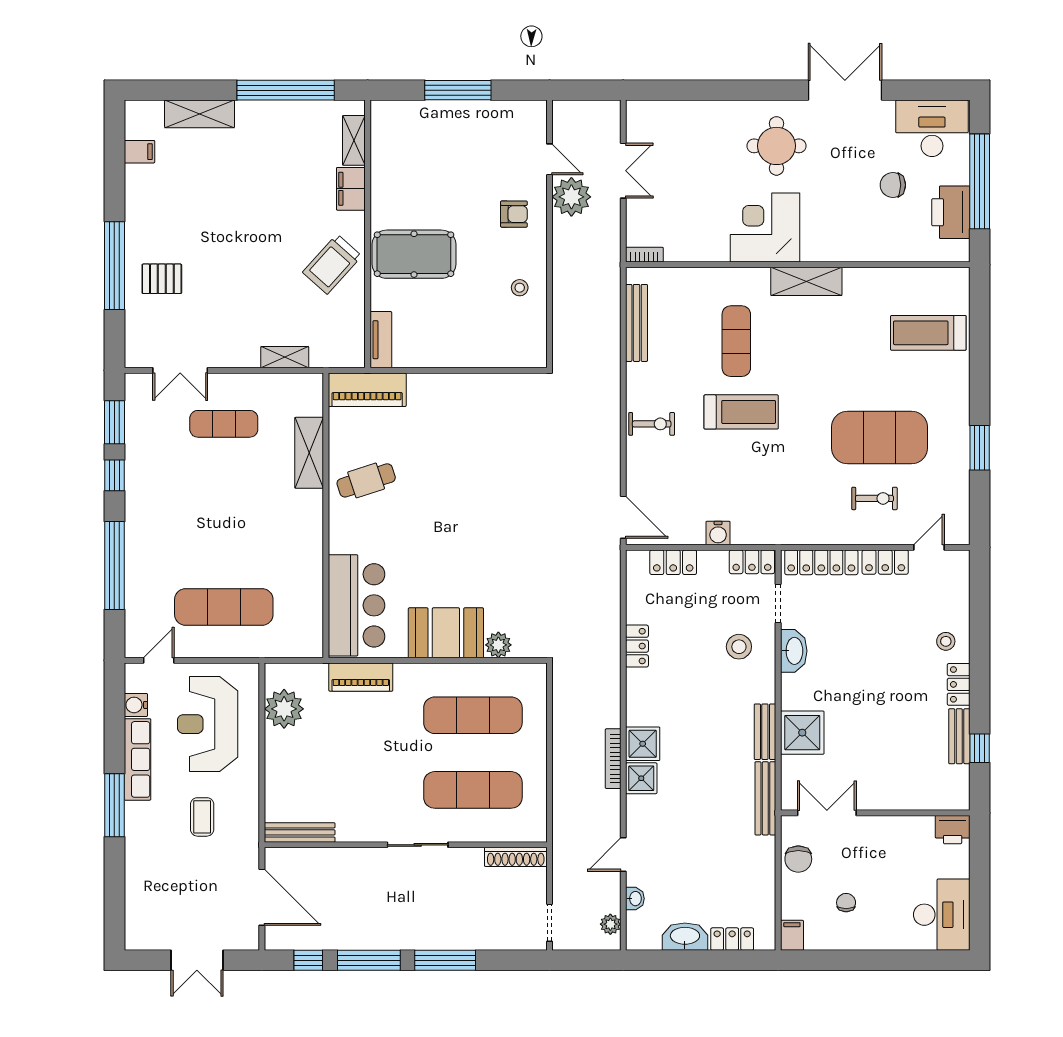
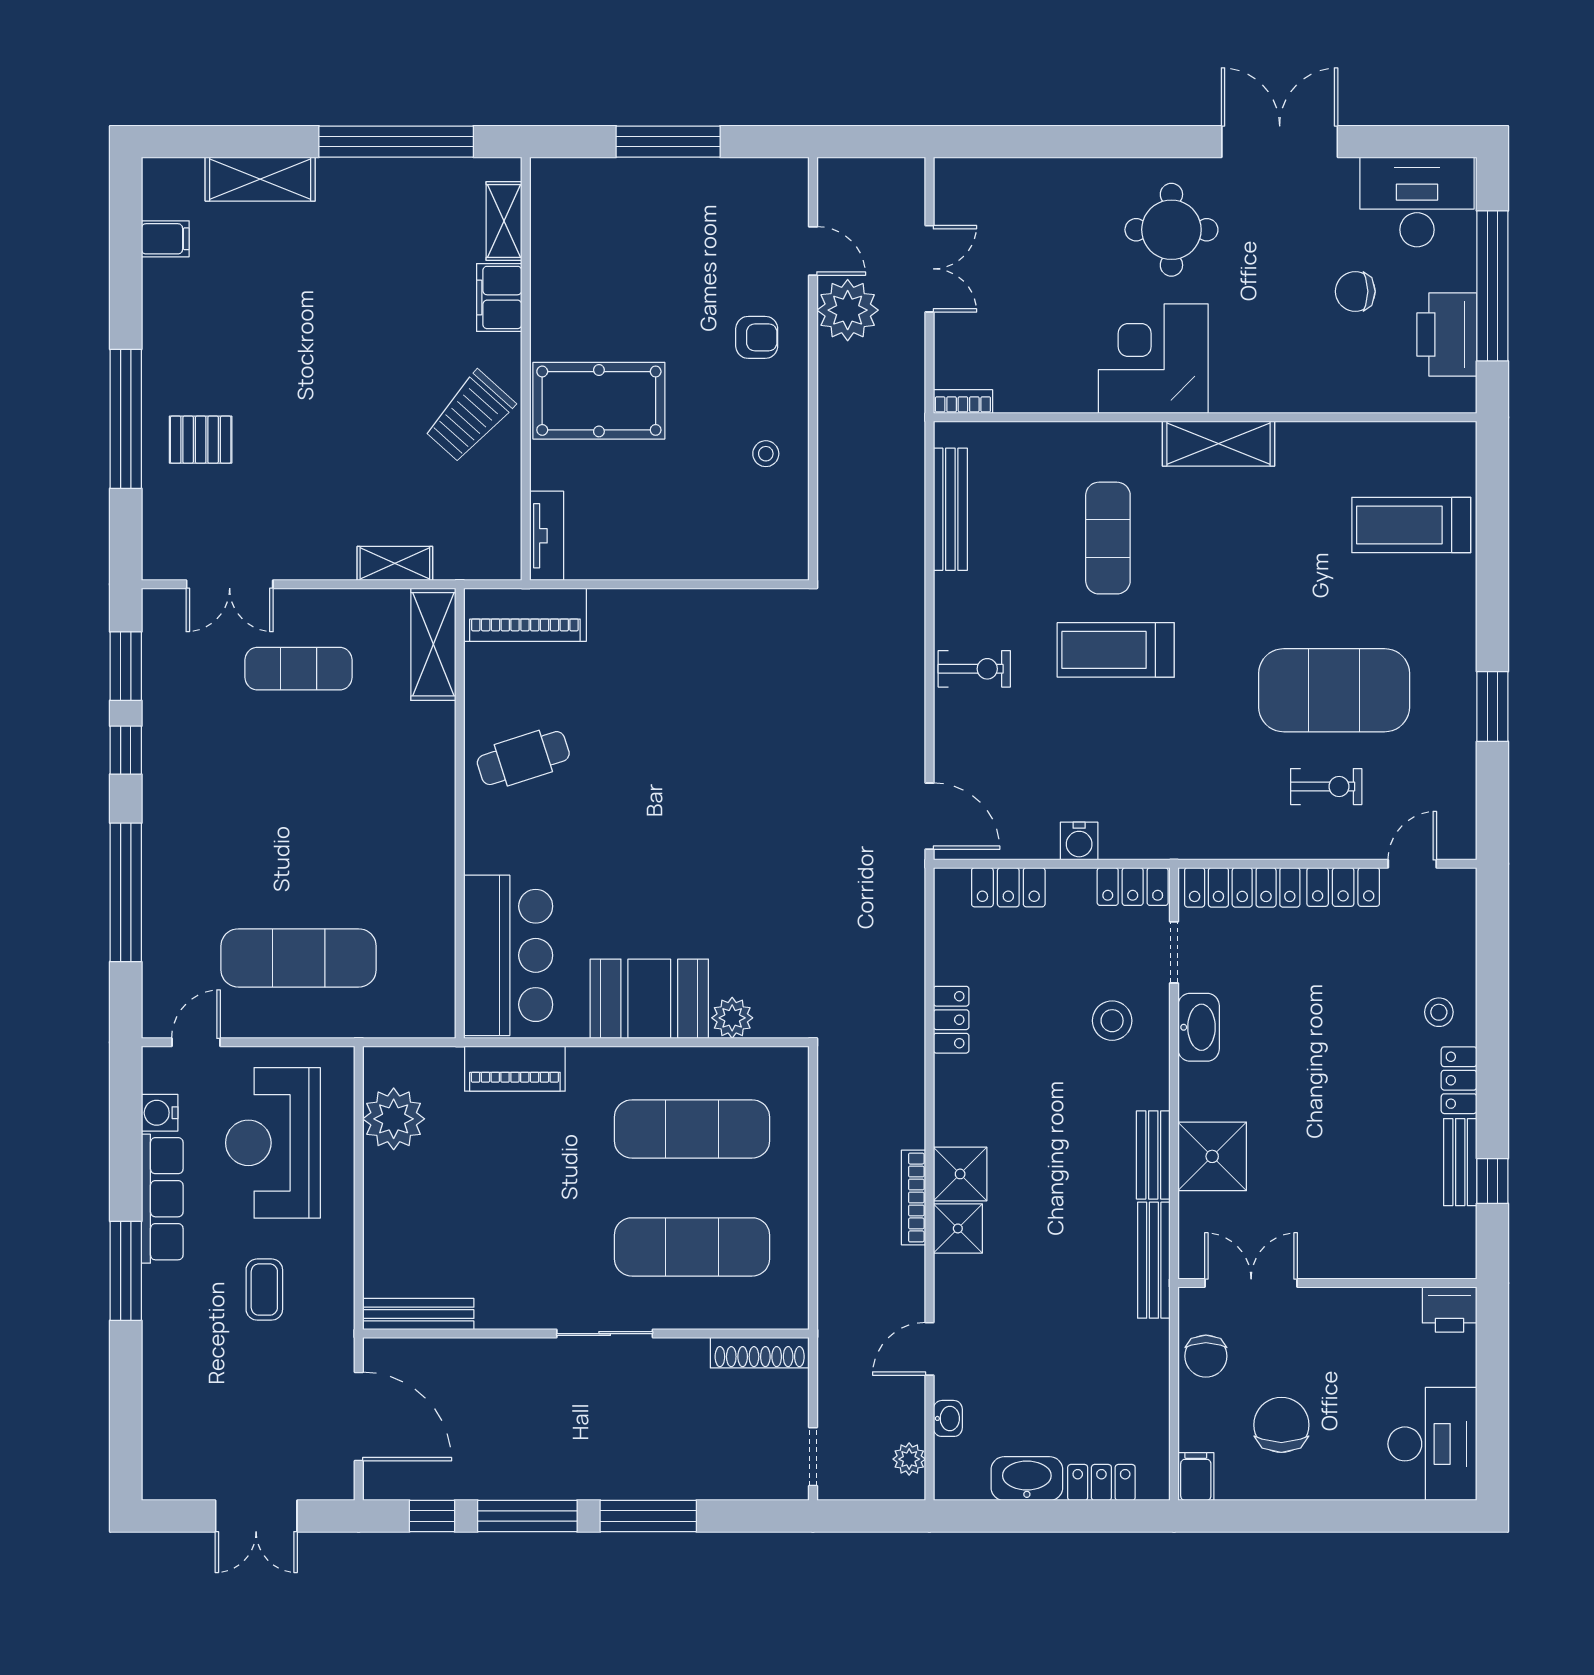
treadmill: (741, 412) -> (1116, 650), turned 180
shelving: (309, 453) -> (433, 644), moved
chair: (846, 903) -> (1281, 1425), width x1.87, depth x1.87

